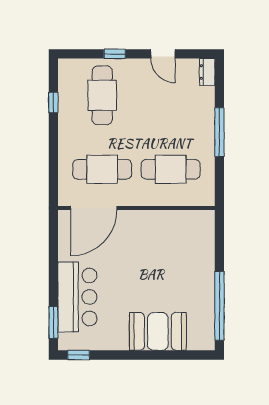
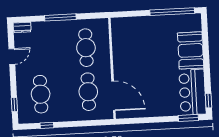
window: (115, 54) -> (14, 105), moved
cafe table: (102, 95) -> (41, 94), turned 90
bar counter: (77, 297) -> (193, 92), moved, turned -90

